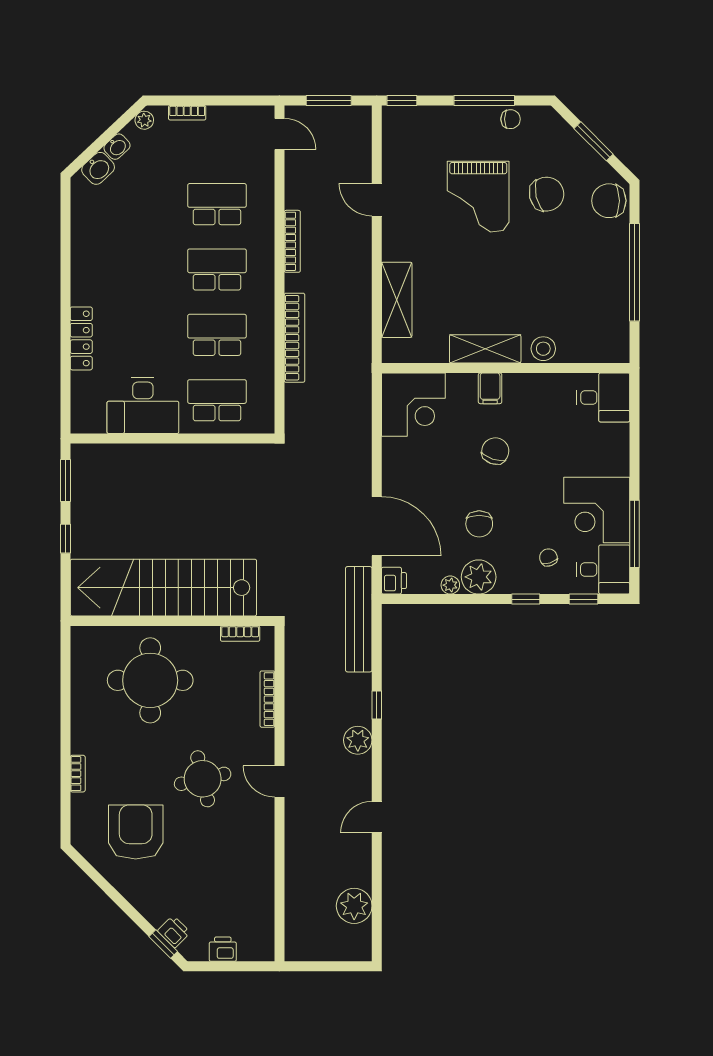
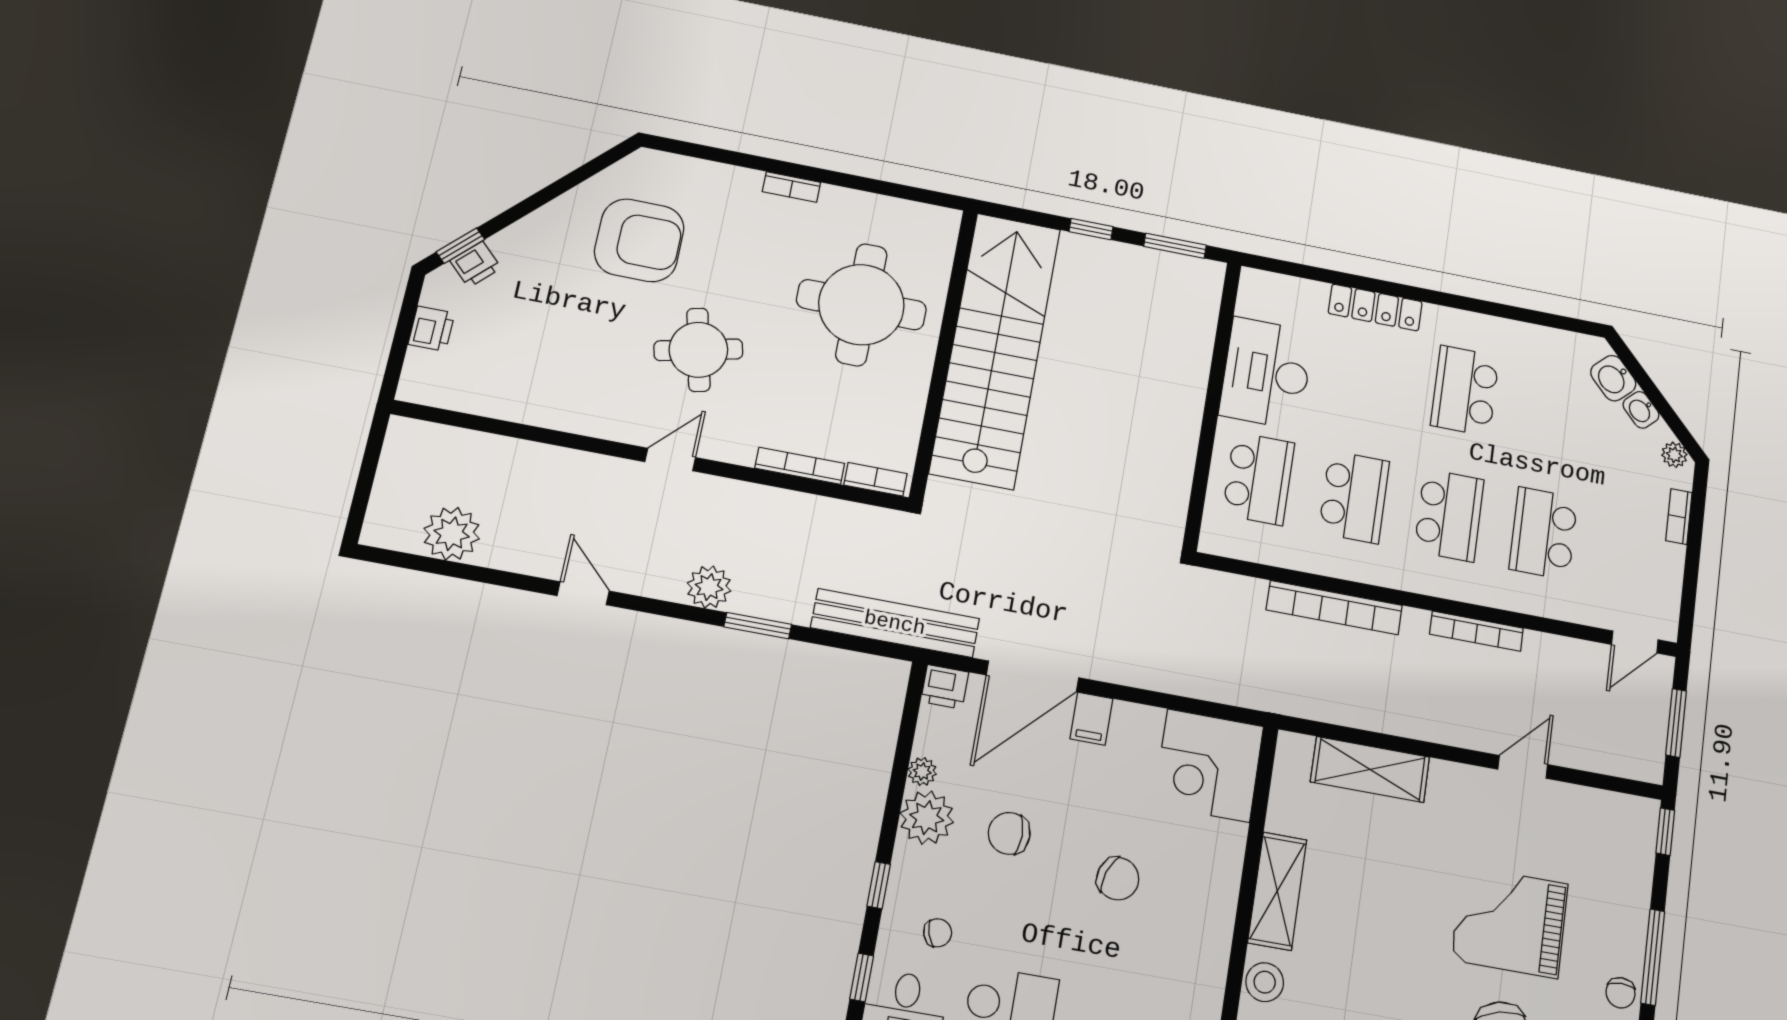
school desk: (217, 204) -> (1543, 533), turned 180
school desk: (128, 269) -> (1465, 391), added
filing cabinet: (490, 388) -> (1091, 719), moved, turned -90
bookcase: (240, 634) -> (875, 479), moved, turned 90
window: (377, 705) -> (758, 626), width x1.50
bookcase: (78, 774) -> (791, 187), moved

